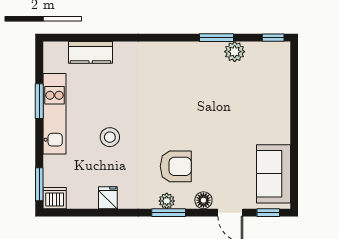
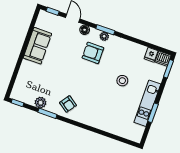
kitchen counter: (91, 52) -> (117, 129), removed
armchair: (187, 66) -> (68, 104), added
sofa: (273, 174) -> (37, 46), moved
fridge: (108, 198) -> (151, 55), moved

